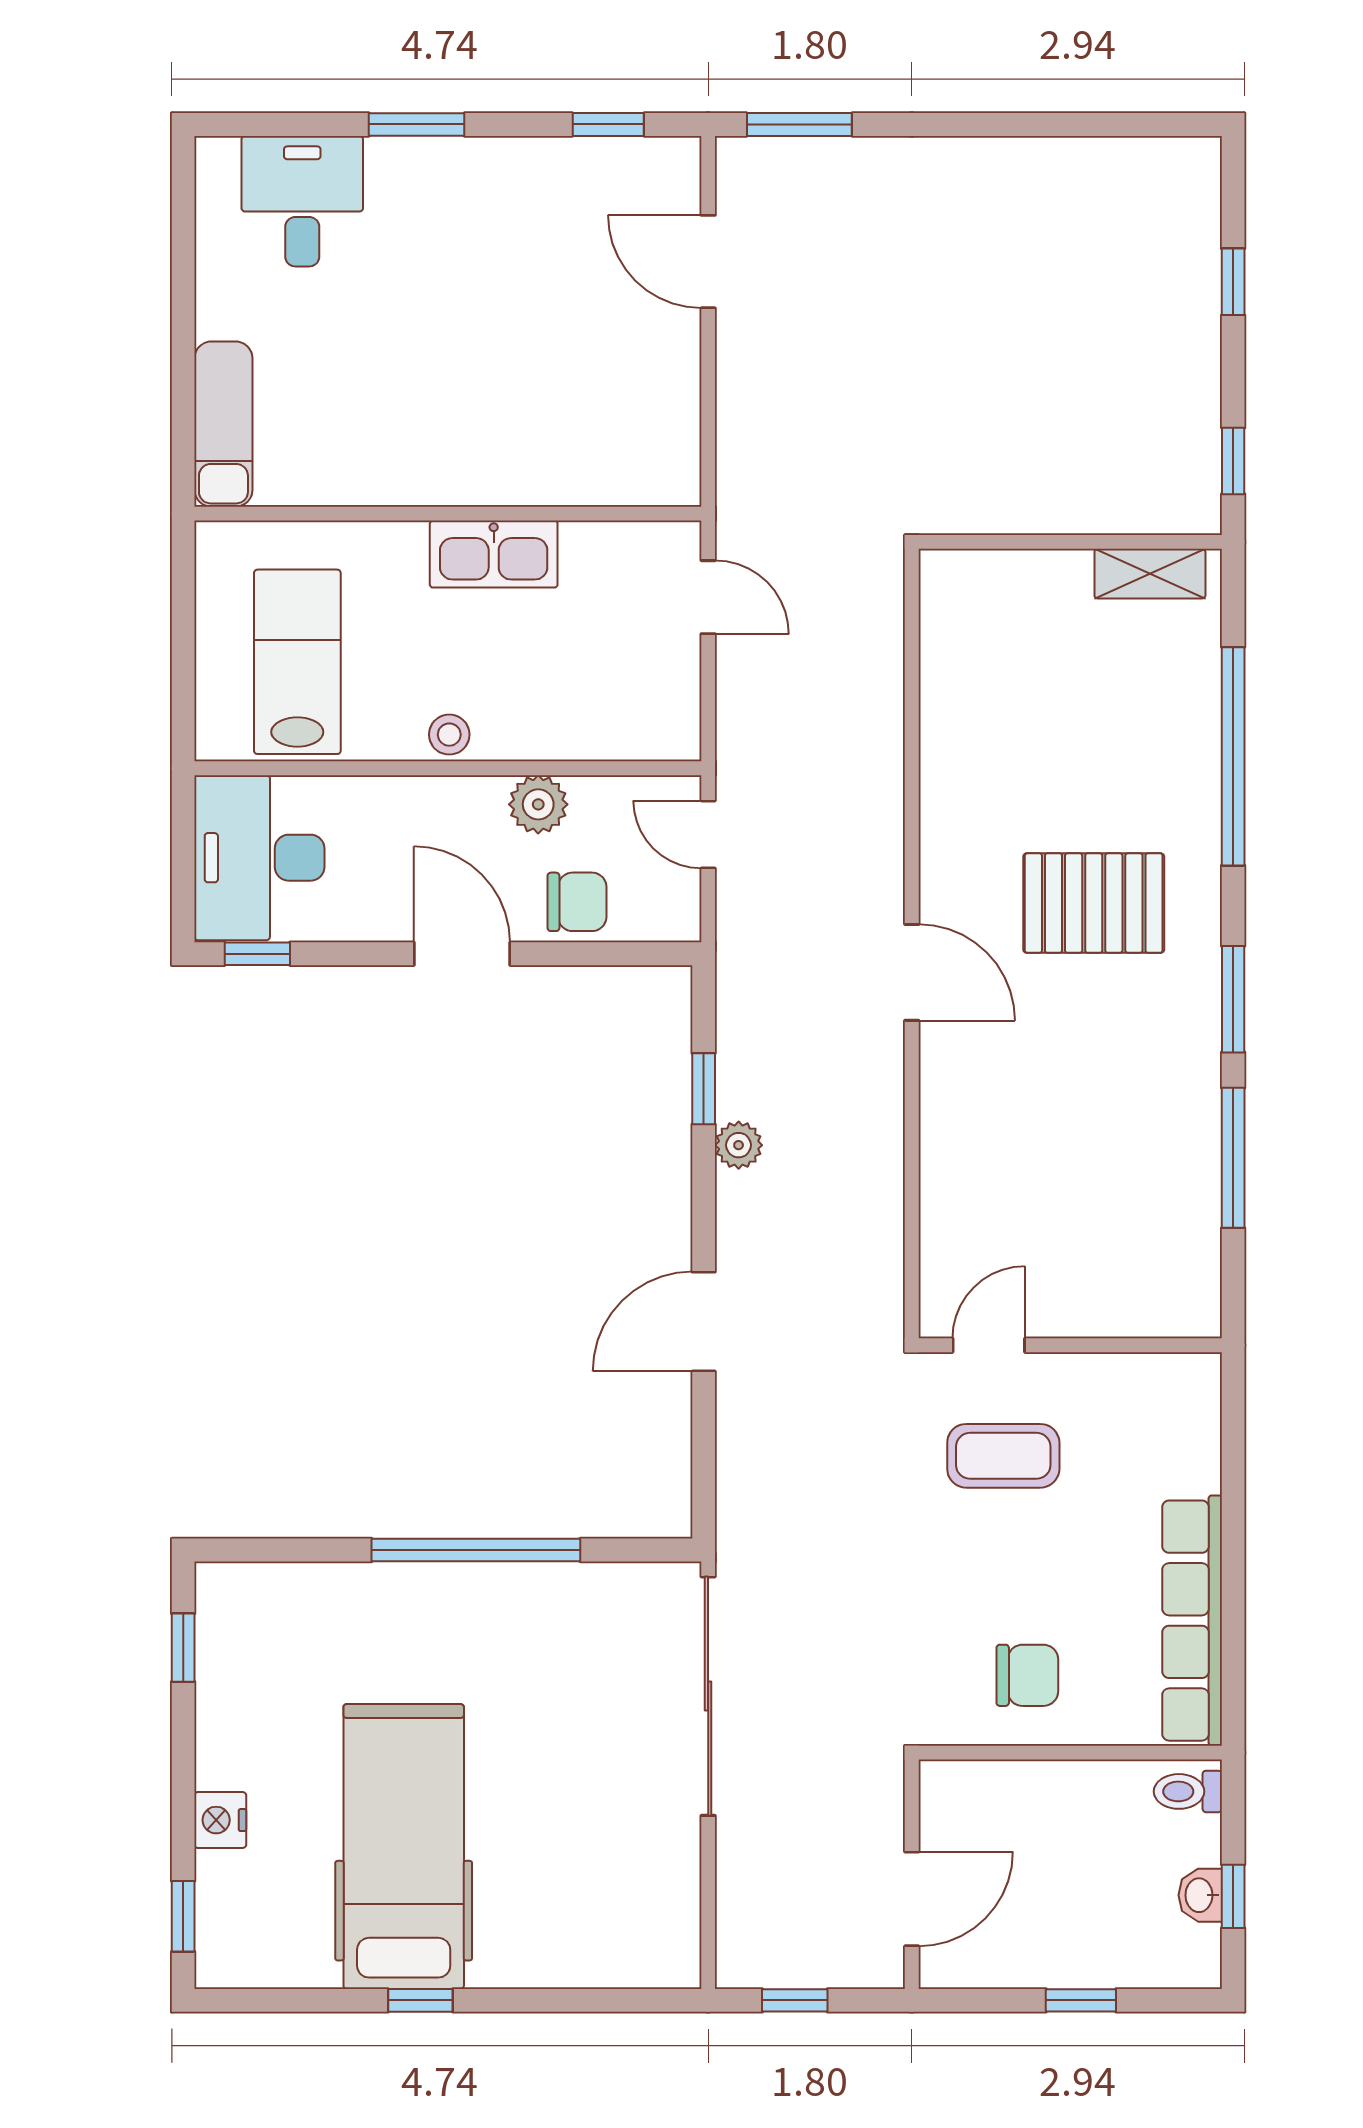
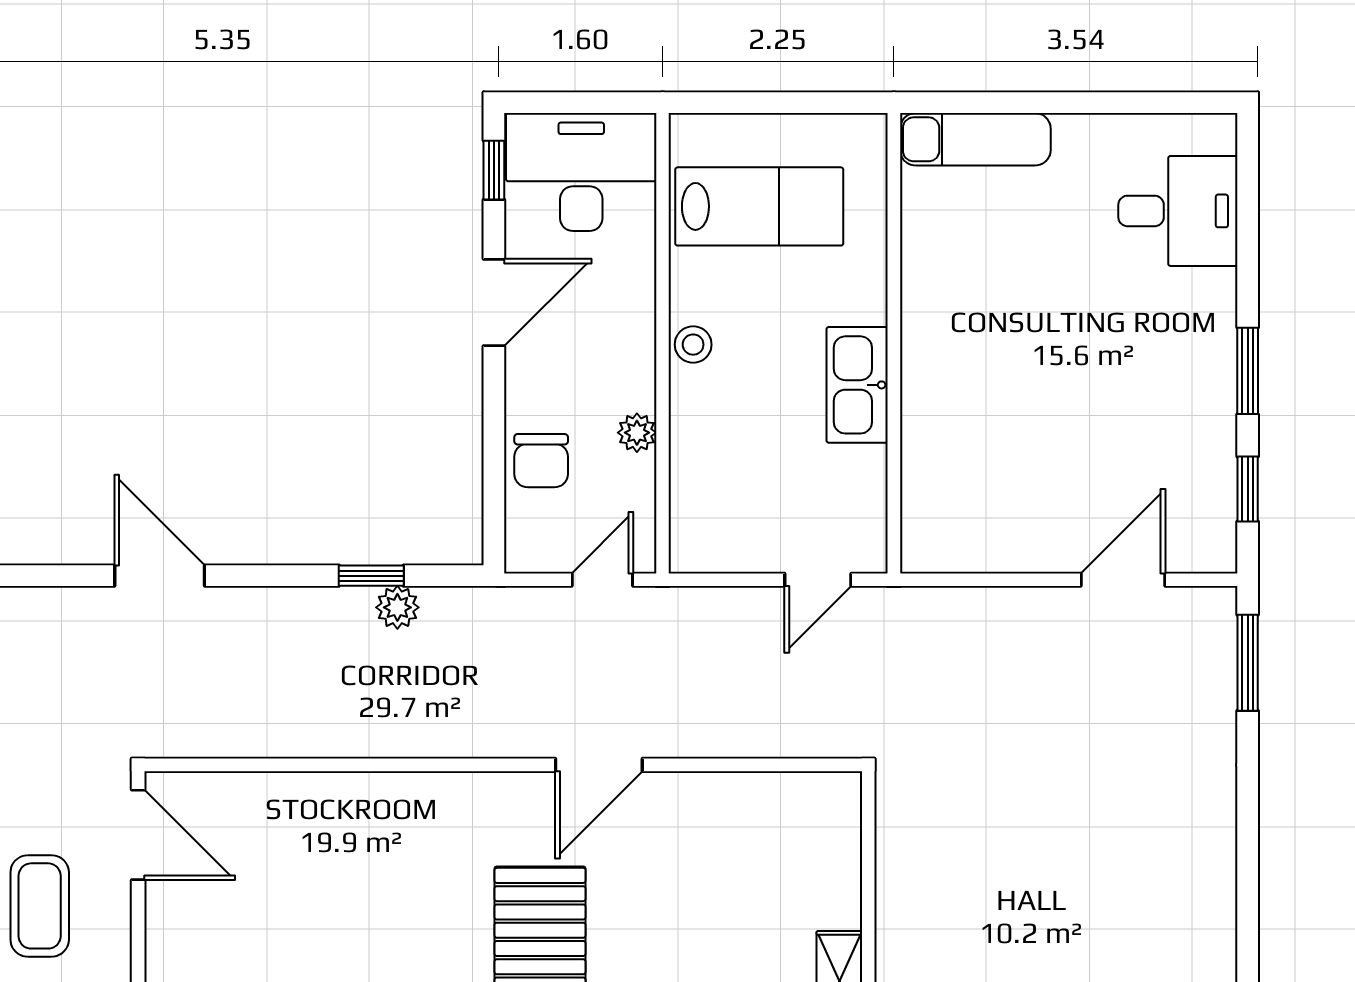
window: (417, 124) -> (1248, 371), moved
plant: (538, 804) -> (637, 433), width x0.73, depth x0.73
door: (462, 954) -> (494, 303), moved
door: (912, 972) -> (599, 765), moved
plant: (739, 1145) -> (397, 607), moved
door: (989, 1345) -> (138, 835), width x1.38
coffee table: (1003, 1456) -> (40, 906), moved

